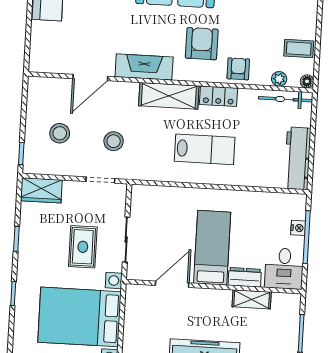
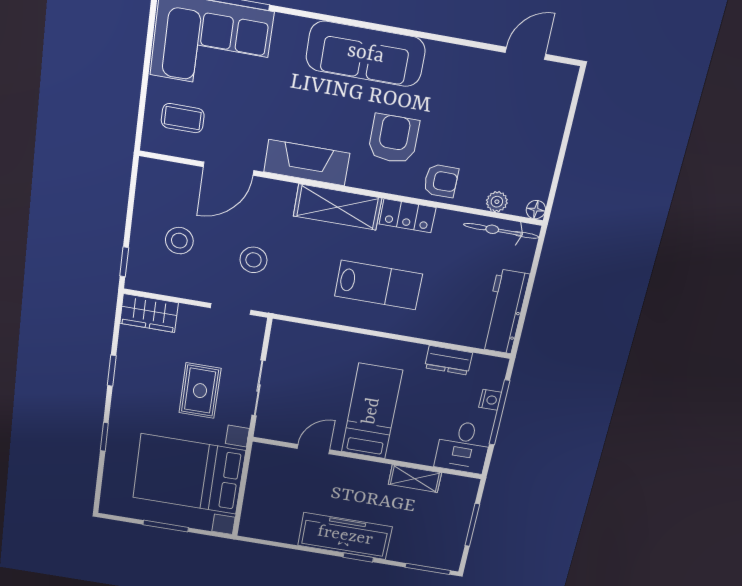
coffee table: (299, 49) -> (183, 118), moved
armchair: (238, 69) -> (441, 181), turned 90
dresser: (245, 277) -> (449, 360), moved, turned 180
door: (172, 284) -> (314, 449), width x0.73

